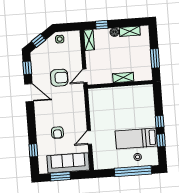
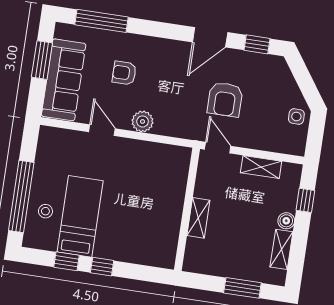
shelving: (89, 40) -> (261, 167), moved
window: (38, 41) -> (302, 77), removed
window: (155, 58) -> (242, 288), moved
plant: (80, 118) -> (143, 121), added
window: (33, 150) -> (102, 21), width x2.17

